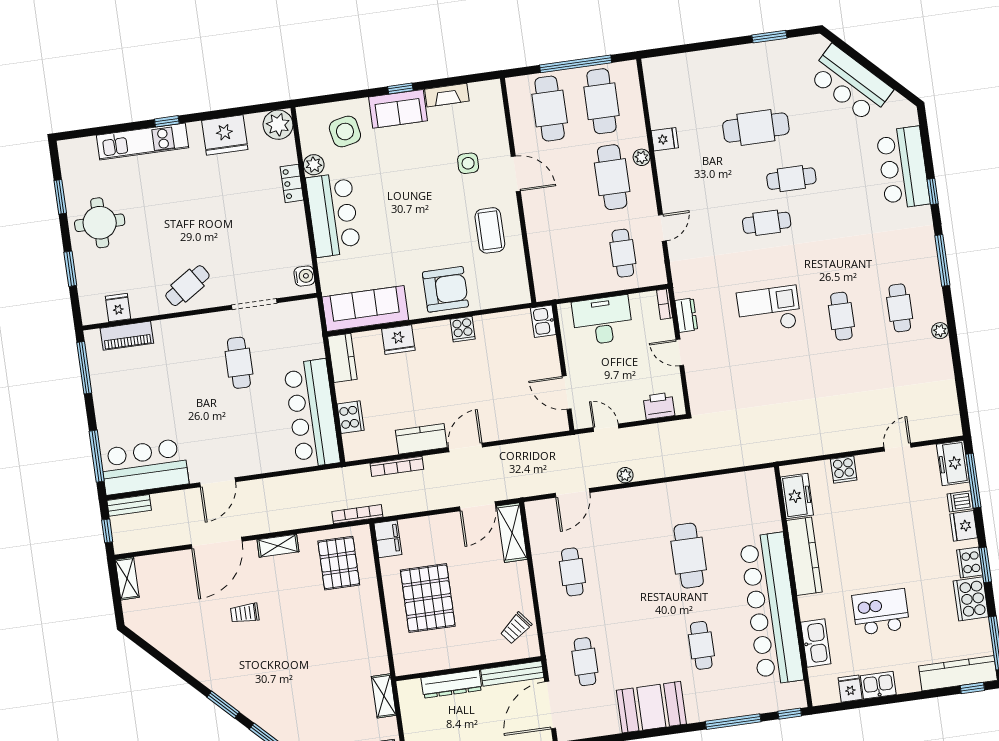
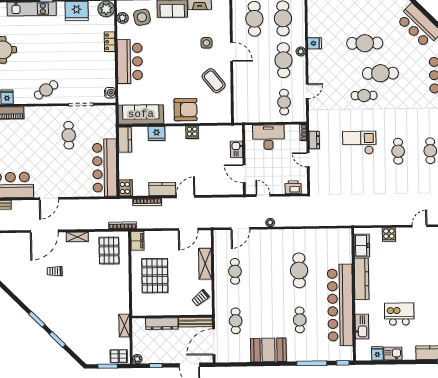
plant: (314, 165) -> (123, 18), moved
cafe table: (791, 179) -> (380, 73), width x1.37, depth x1.35
coffee table: (490, 230) -> (214, 81), turned -39
kitchen sink: (543, 321) -> (237, 149), moved
cooker: (351, 417) -> (126, 188), moved
shelving: (512, 533) -> (205, 264), moved

